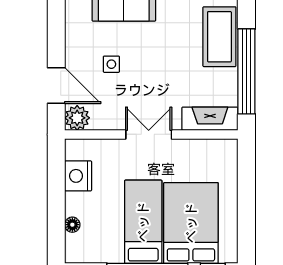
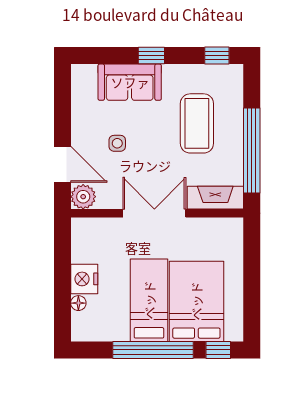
coffee table: (219, 37) -> (197, 123), moved
double door: (149, 134) -> (154, 213), width x1.37
nightstand: (78, 176) -> (84, 279), moved

